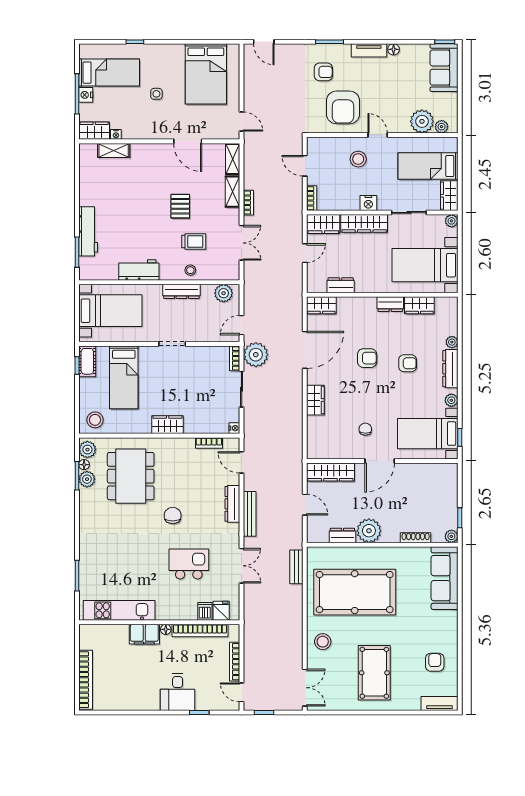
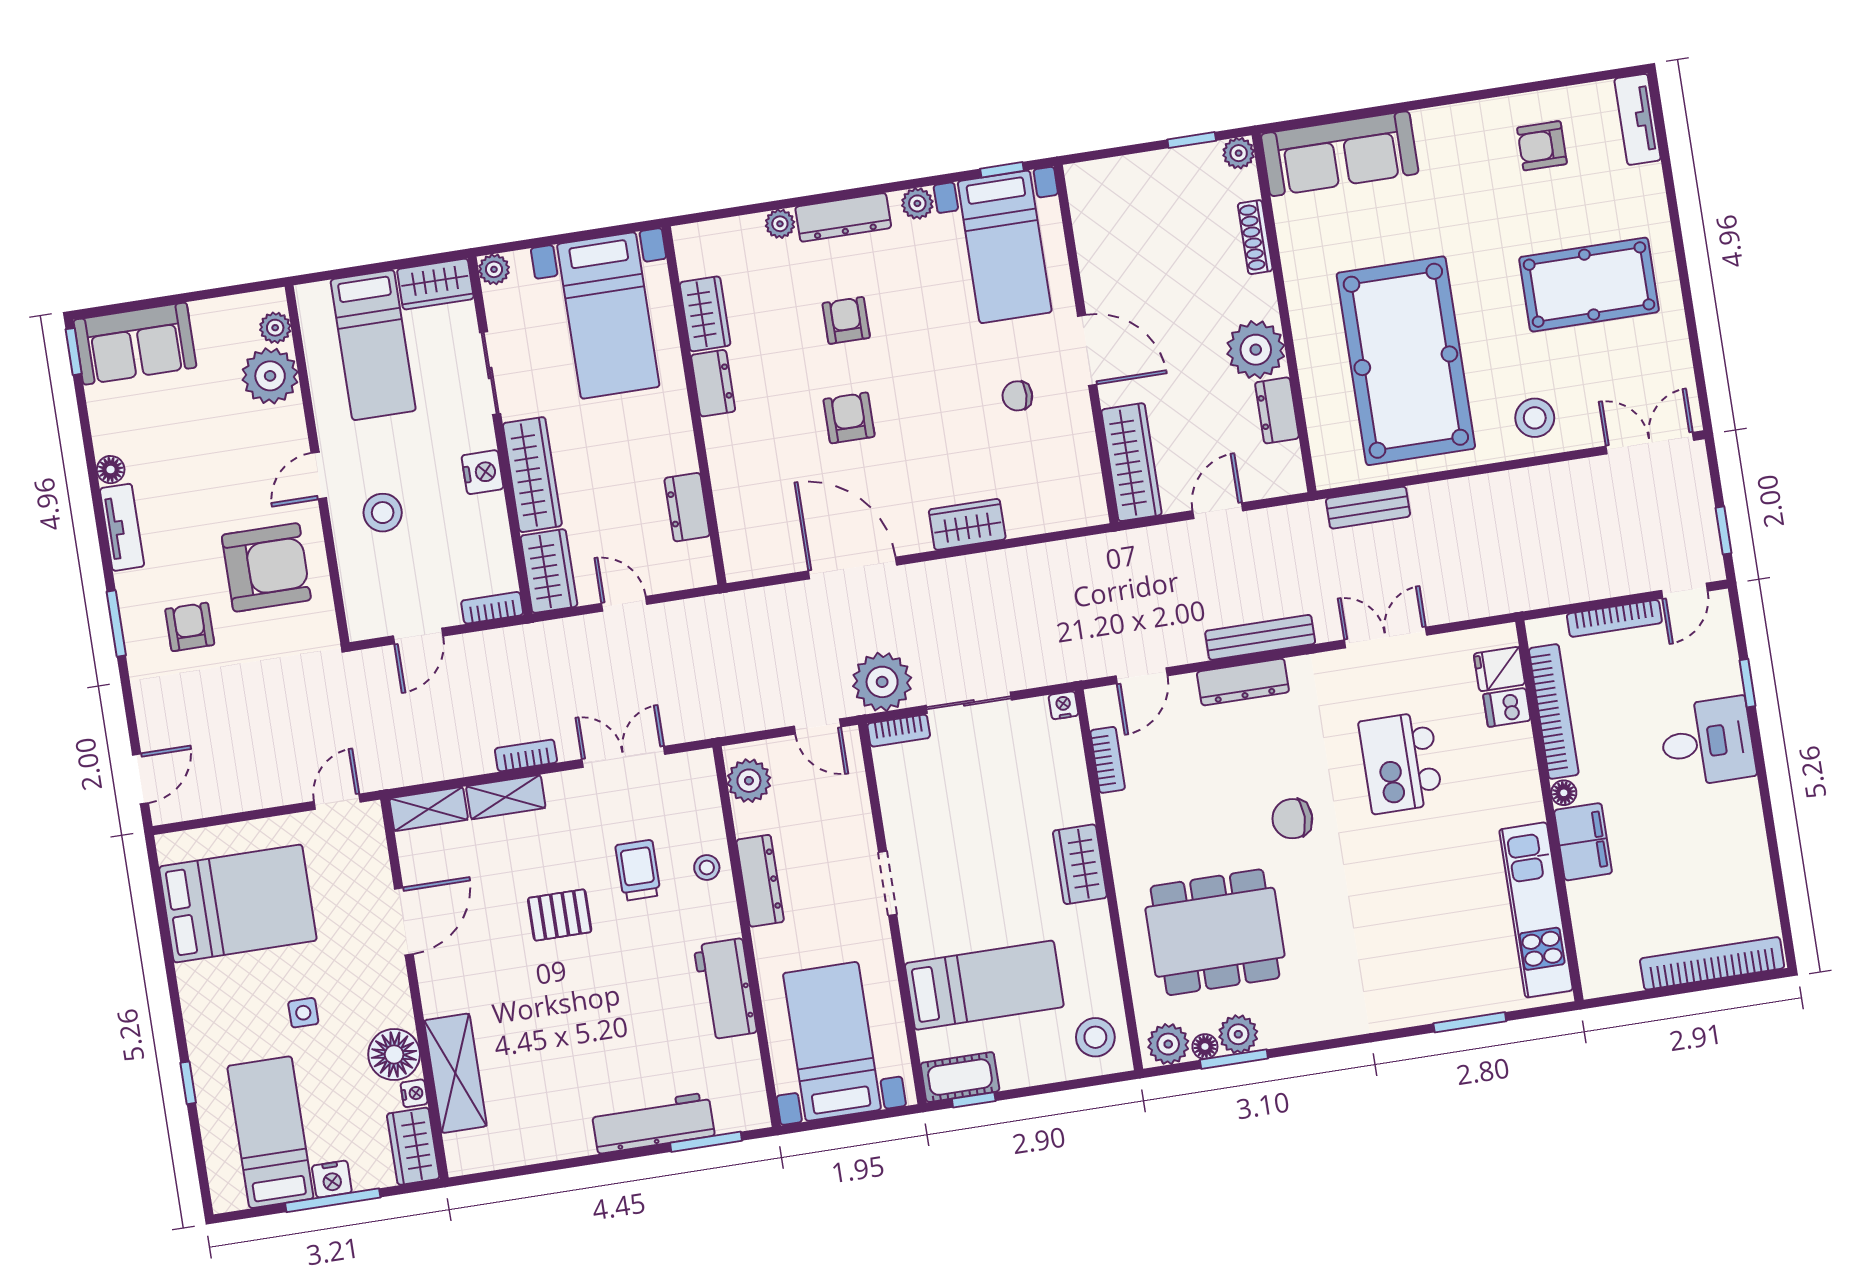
floor lamp: (133, 129) -> (394, 1054), added
shelving: (114, 150) -> (455, 1073), width x1.50, depth x1.33
wardrobe: (321, 305) -> (741, 545), removed

